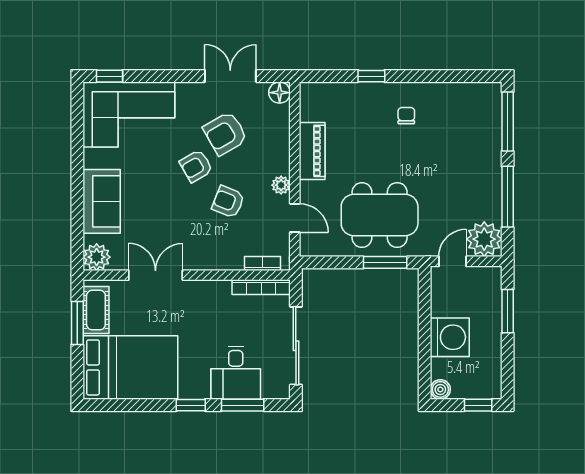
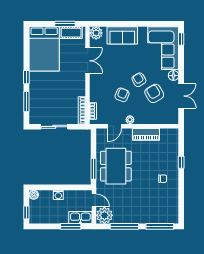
floor lamp: (280, 93) -> (173, 76), moved
kitchen sink: (489, 290) -> (80, 218), added
washing machine: (450, 337) -> (58, 195), width x0.53, depth x0.53
sliding door: (296, 346) -> (54, 127), width x0.73
desk: (236, 373) -> (42, 98), removed

